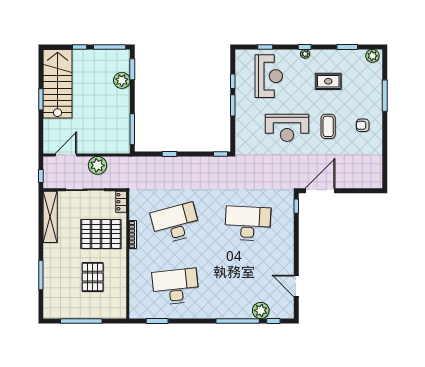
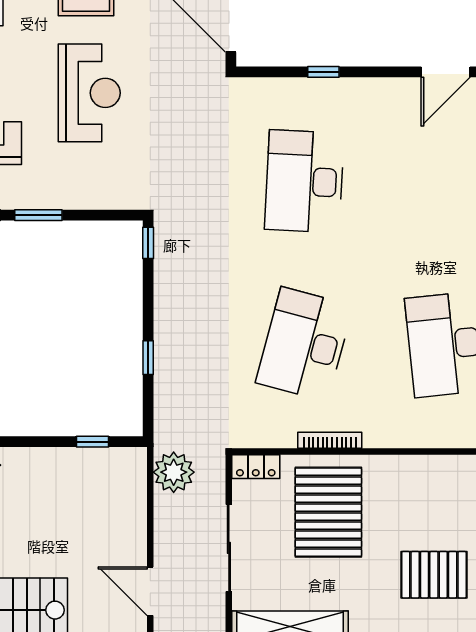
window: (132, 129) -> (93, 442), width x0.46
plant: (97, 165) -> (174, 472), moved
window: (296, 206) -> (323, 72), moved
desk: (175, 223) -> (304, 344), turned 30
pallet: (93, 277) -> (434, 575), moved

